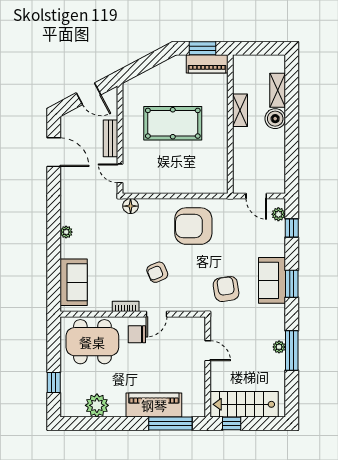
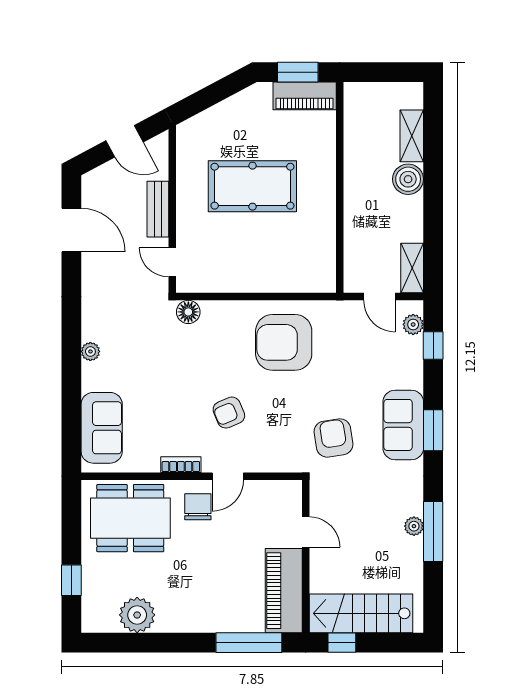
shelving: (240, 110) -> (412, 268), moved
chair: (137, 334) -> (198, 507), turned 90
piano: (154, 405) -> (284, 591), moved, turned -90

